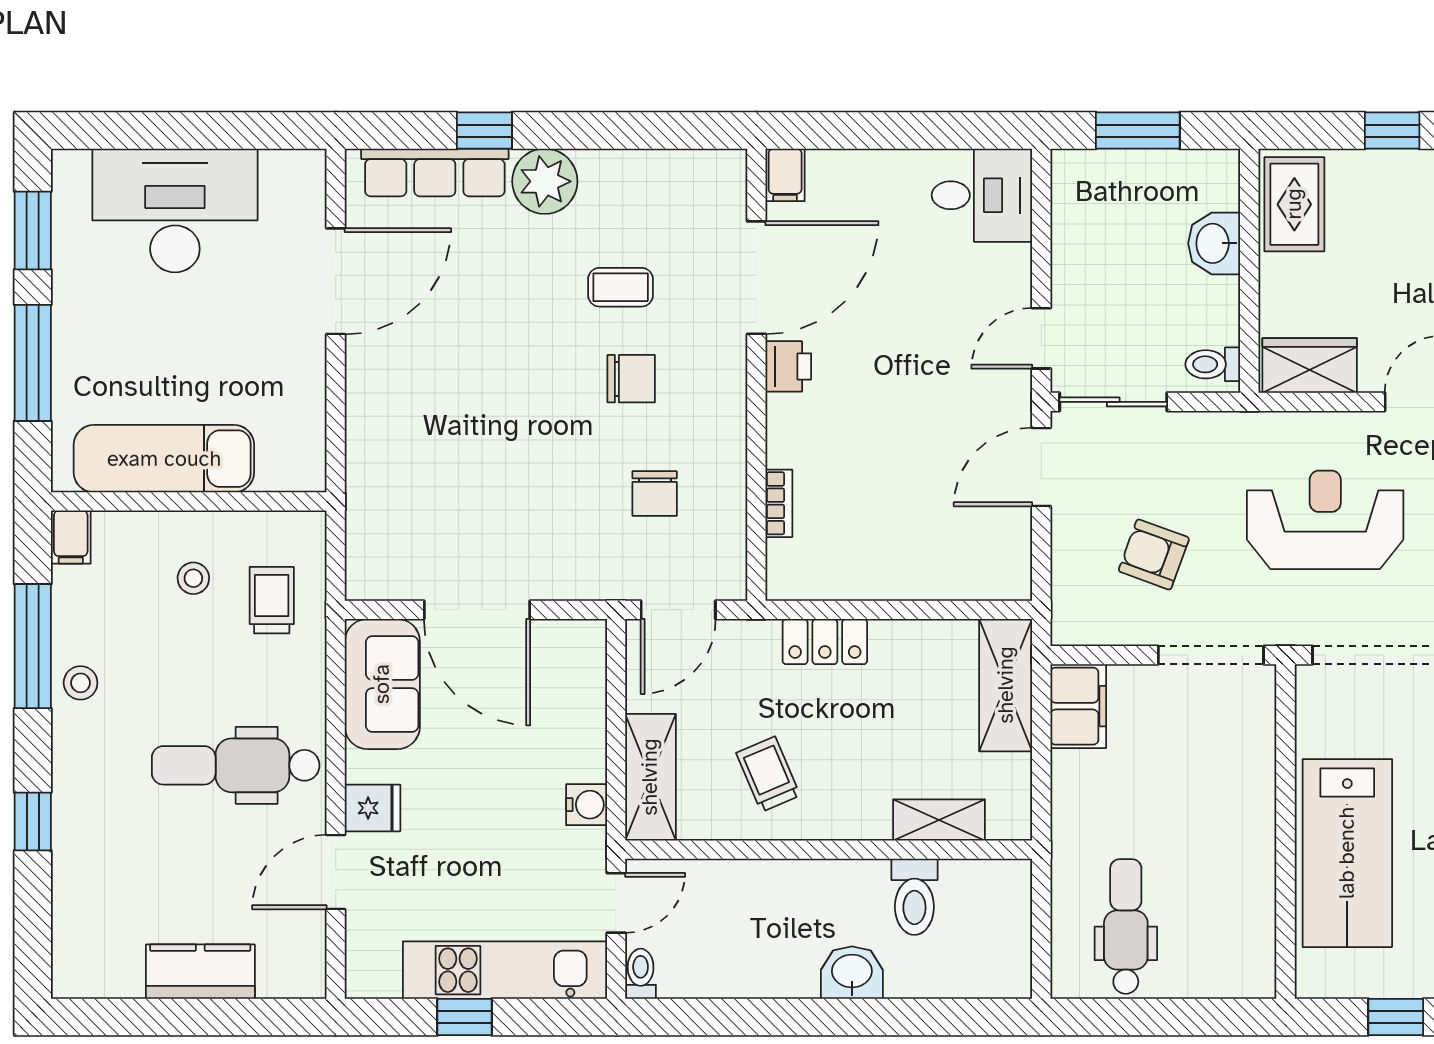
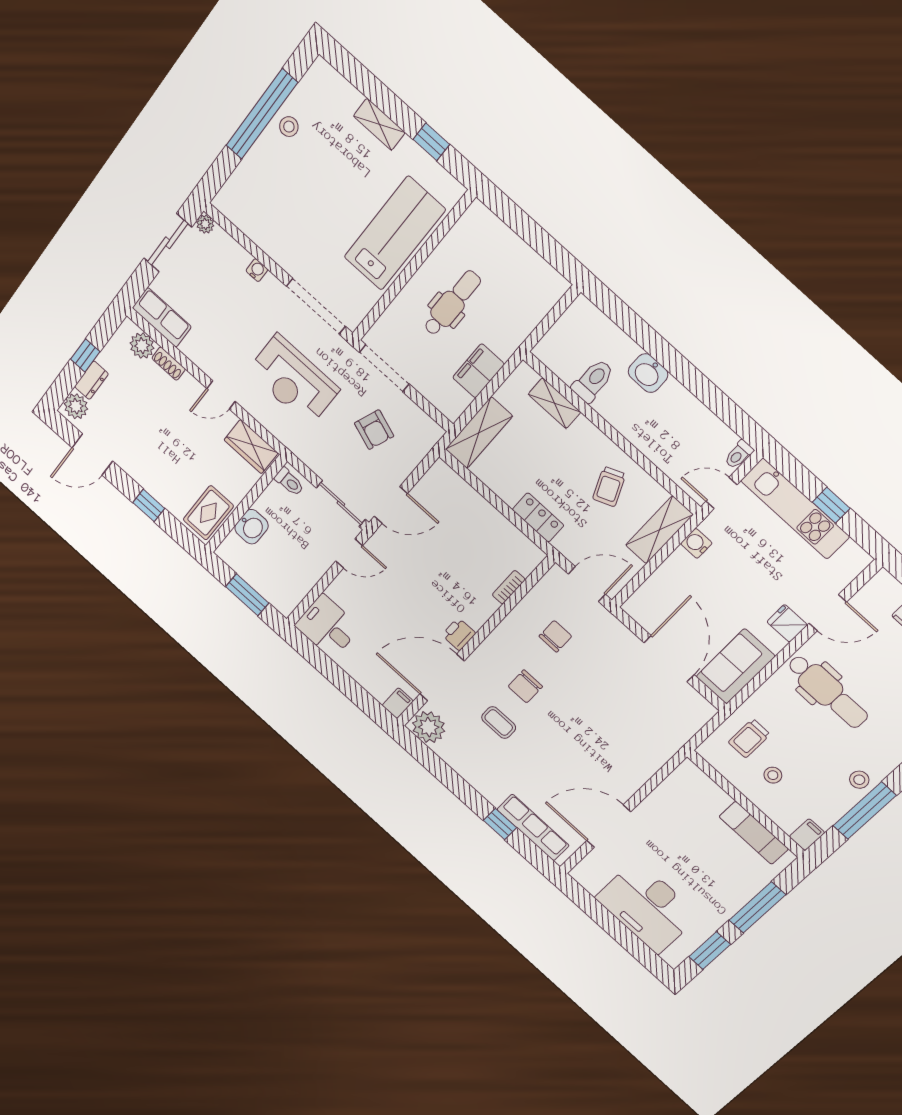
plant: (545, 181) -> (429, 727), moved
chair: (631, 379) -> (525, 686), turned -90
exam couch: (164, 459) -> (754, 833), width x0.73, depth x0.69
filing cabinet: (1078, 706) -> (478, 371), moved
dental chair: (1126, 927) -> (452, 303), moved, turned 180

